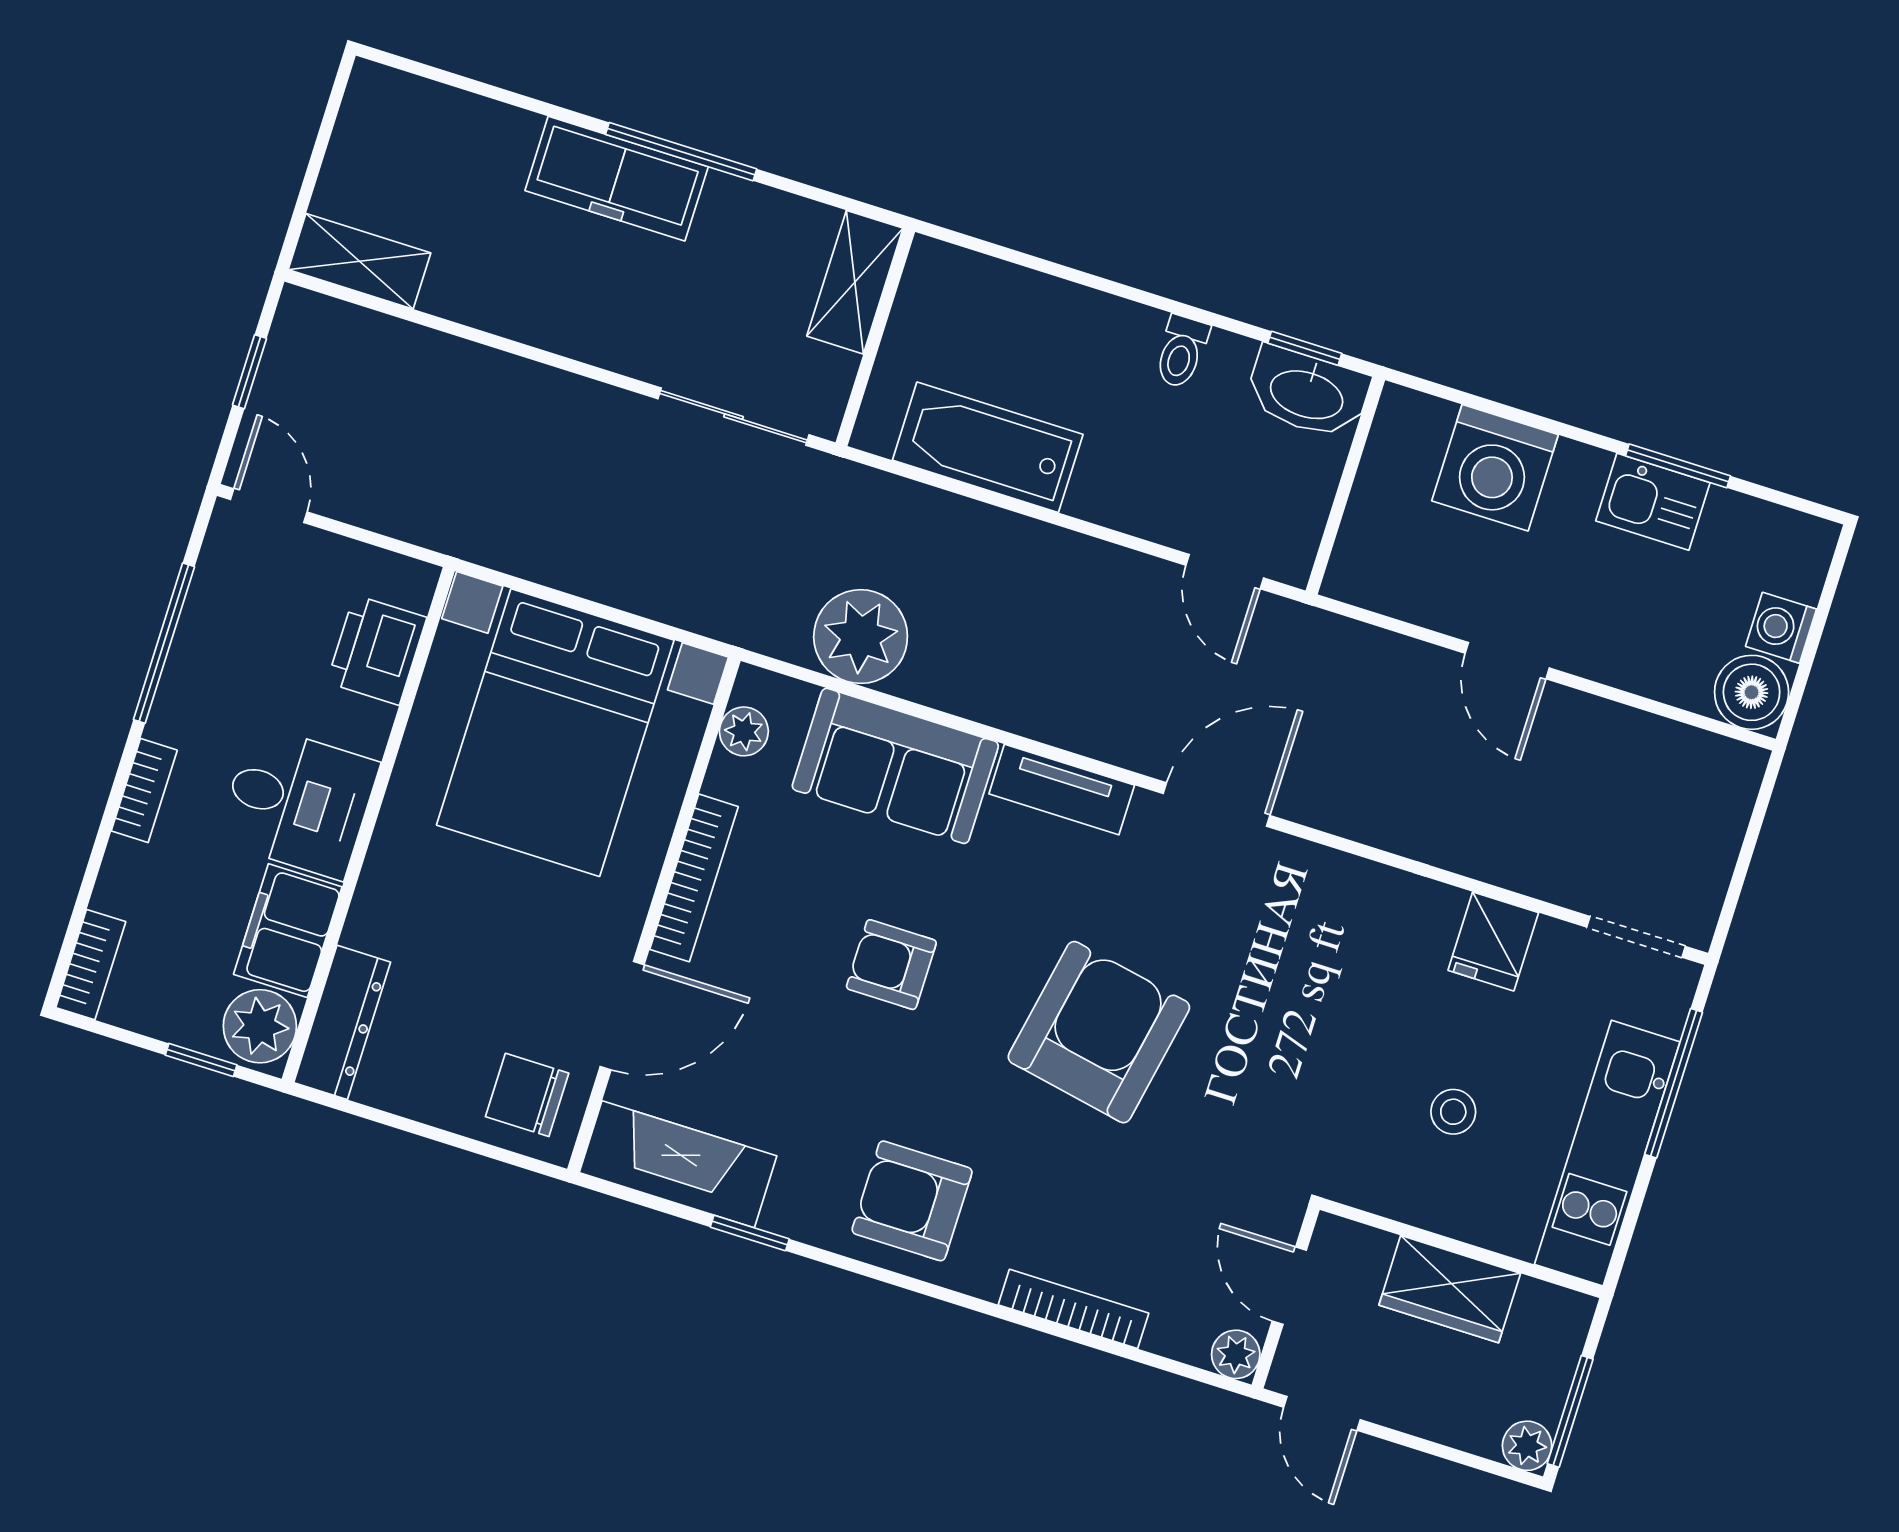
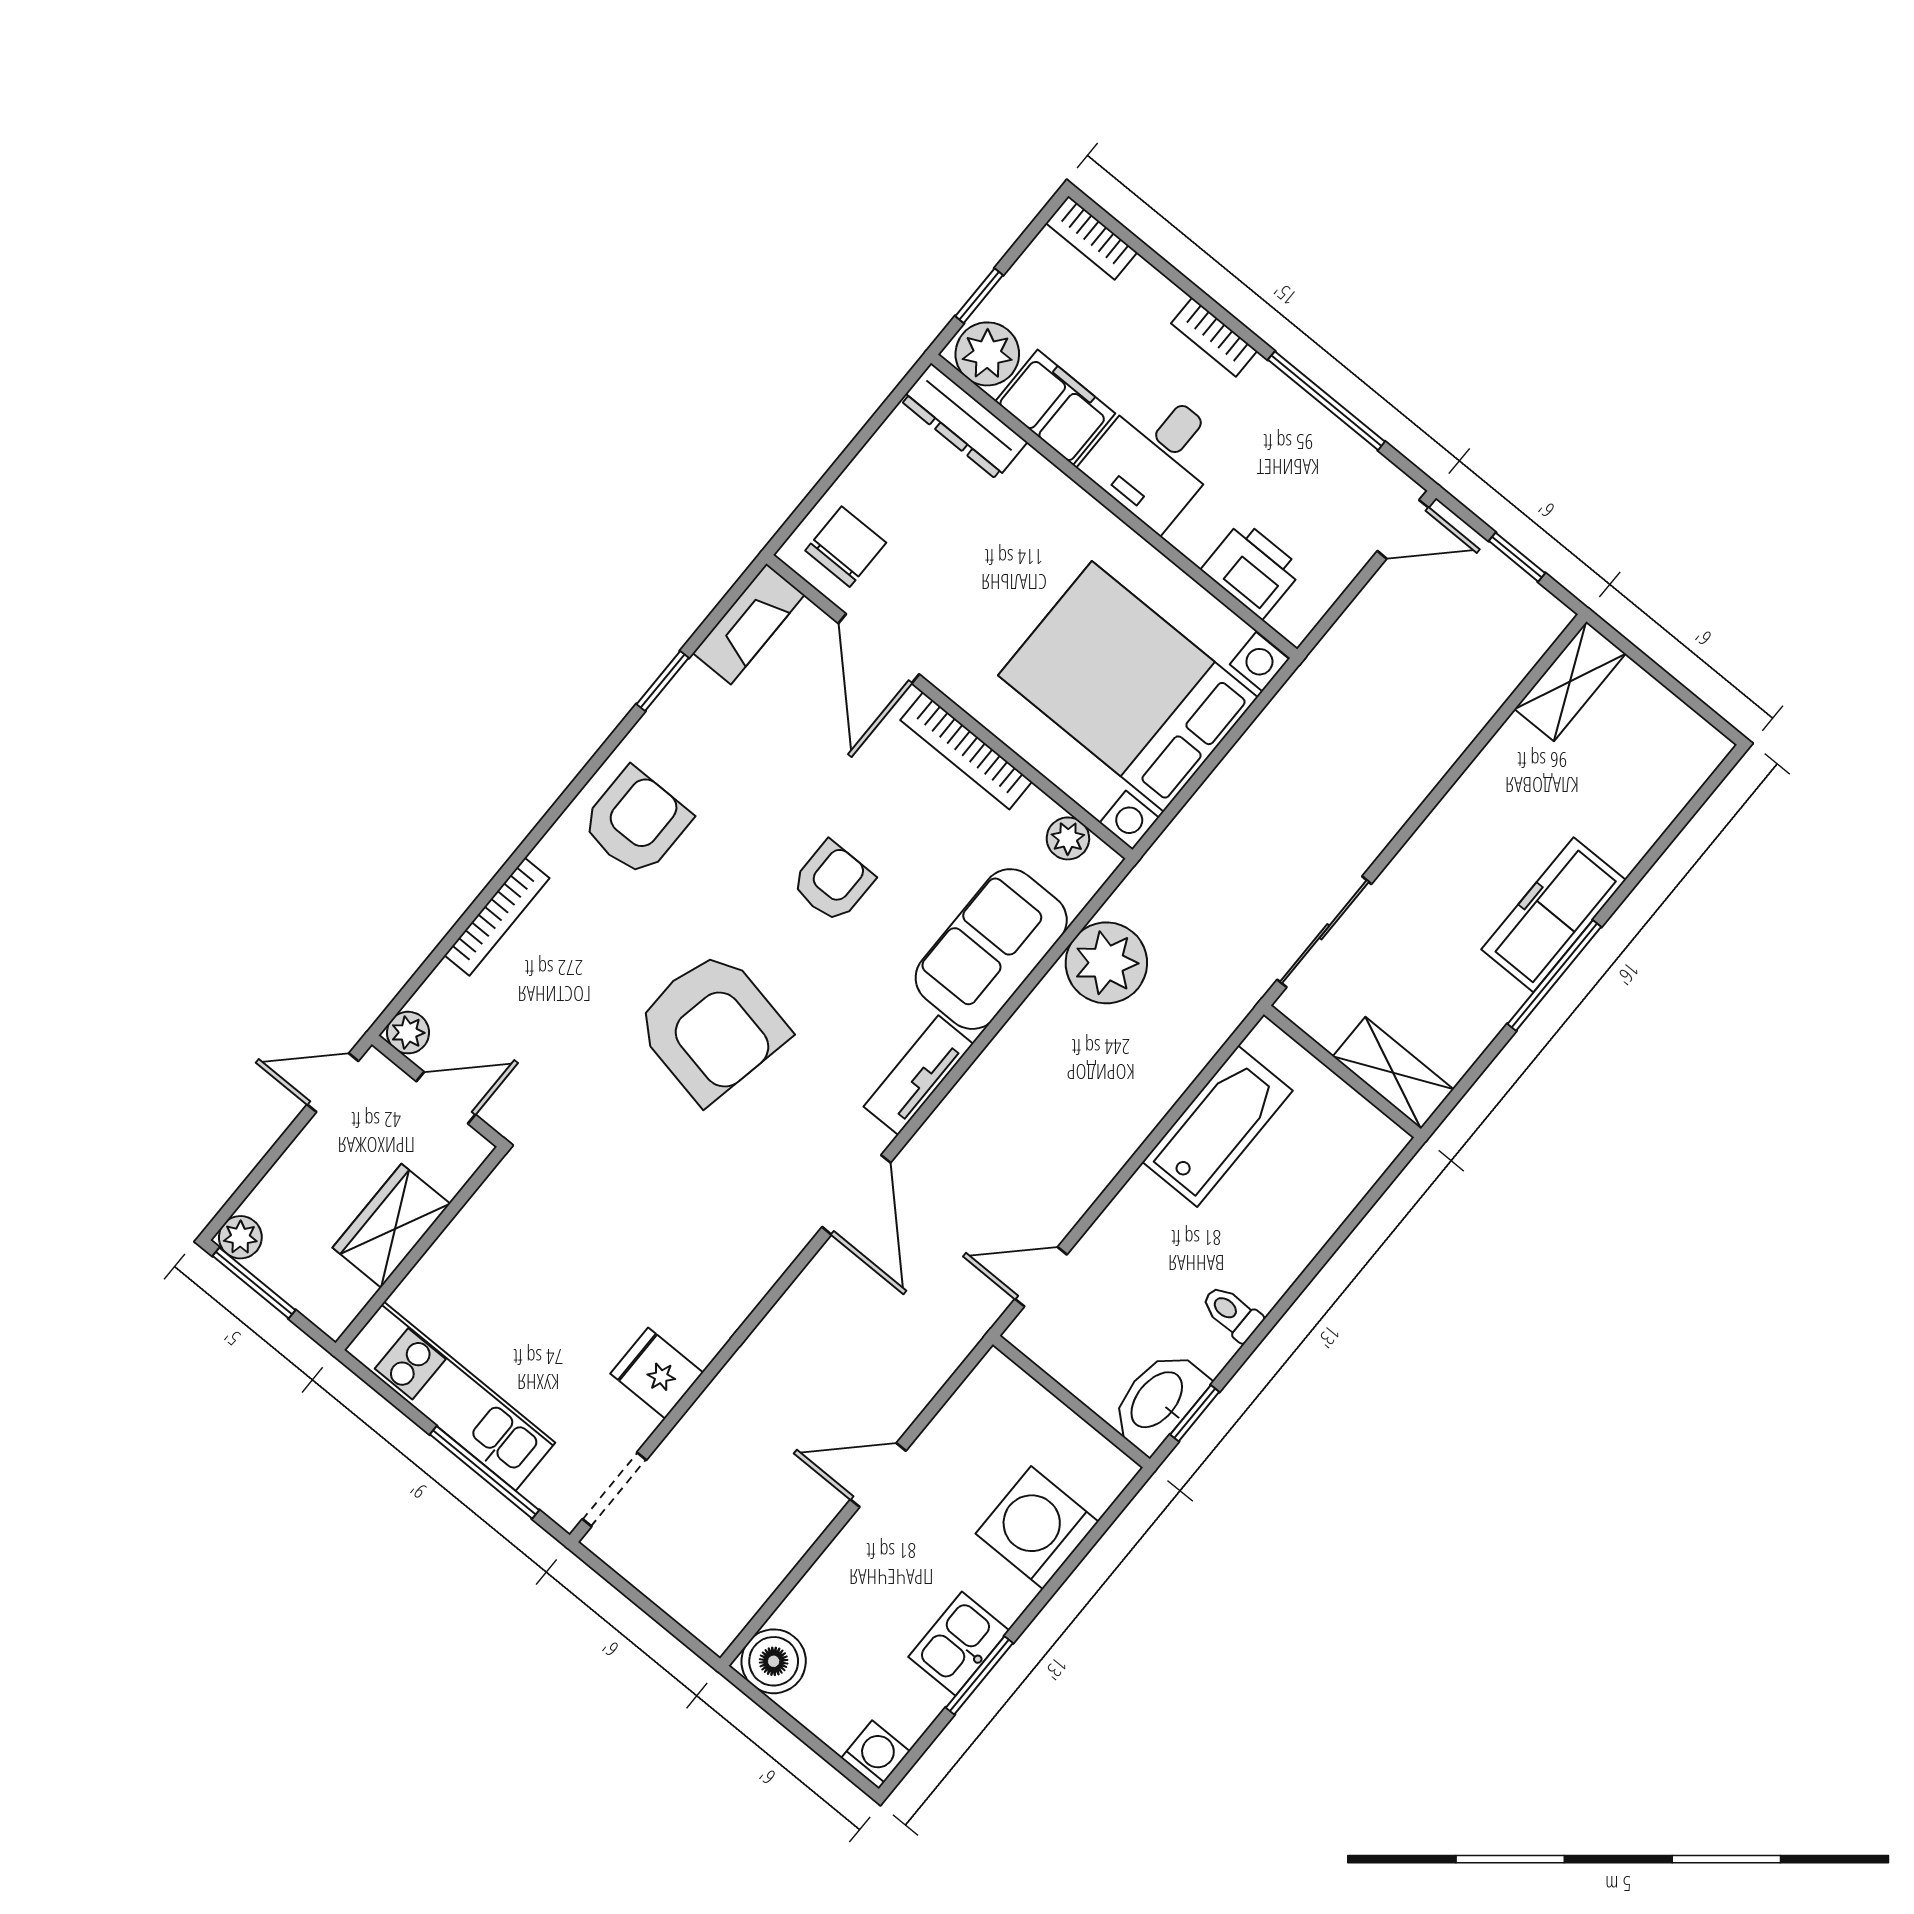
washing machine: (1781, 628) -> (875, 1755), moved
stool: (1453, 1112) -> (533, 1286), removed
fireplace: (678, 1164) -> (749, 624), width x0.73, depth x0.76

